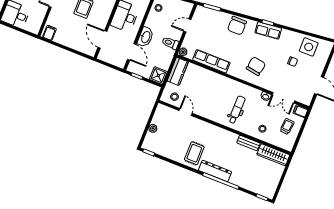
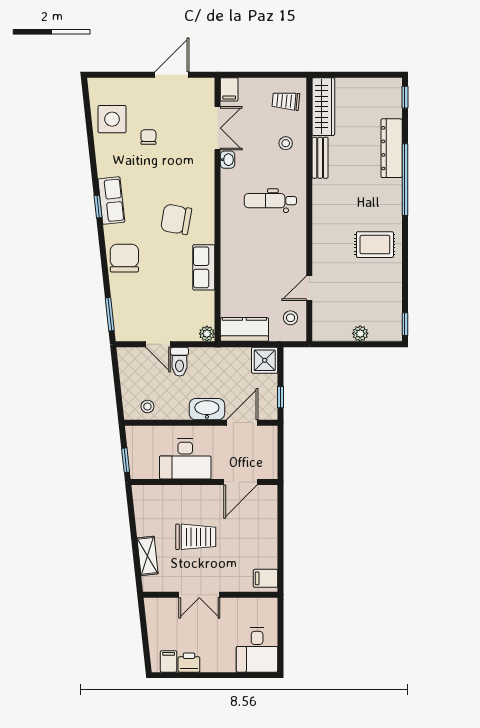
chair: (237, 26) -> (124, 258), turned -90
toilet: (170, 43) -> (180, 362), moved
row of seats: (211, 61) -> (204, 267), width x0.68
chair: (256, 66) -> (176, 219), moved
trolley: (287, 126) -> (286, 101), moved
dresser: (215, 171) -> (392, 148), moved

